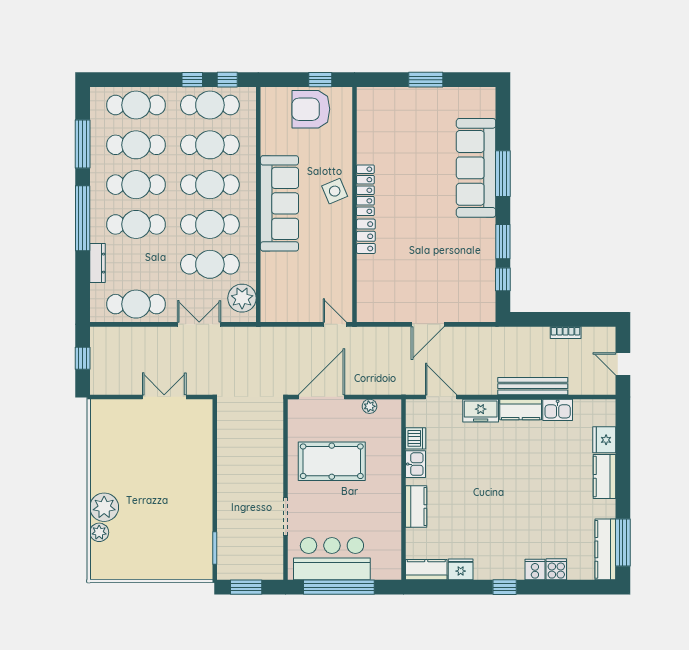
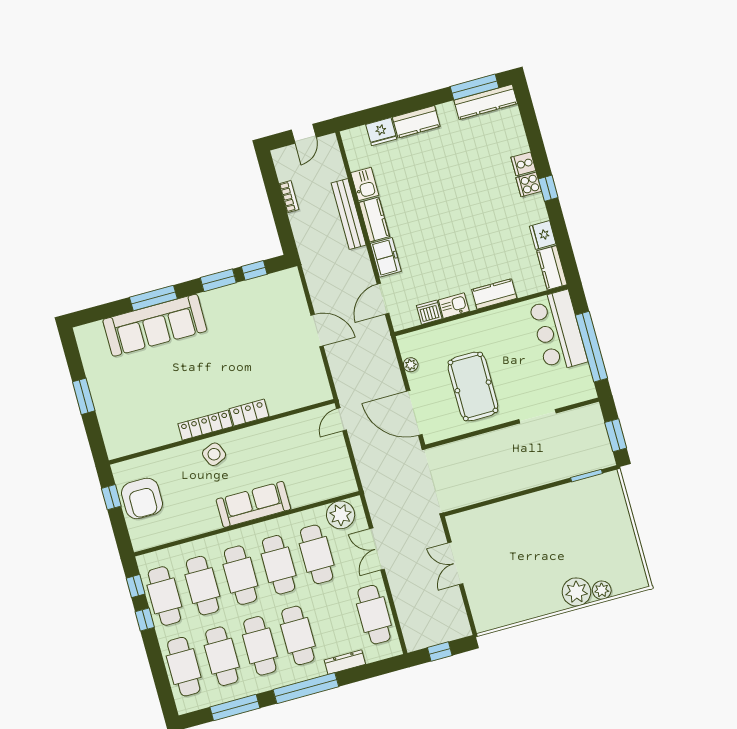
sofa: (279, 203) -> (253, 504), width x0.74, depth x0.79
bar counter: (332, 559) -> (558, 331), moved
cooker: (556, 569) -> (529, 184), moved

